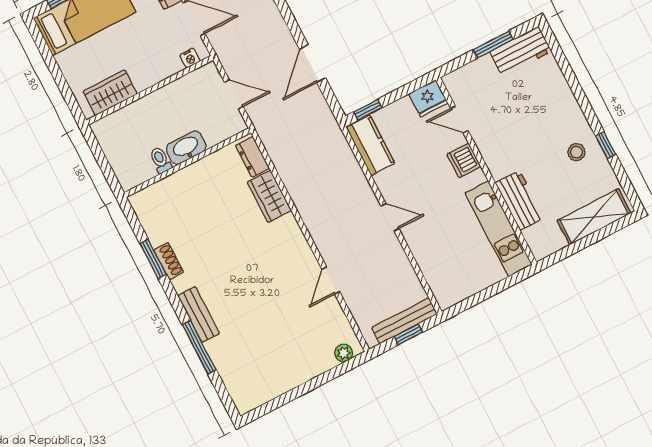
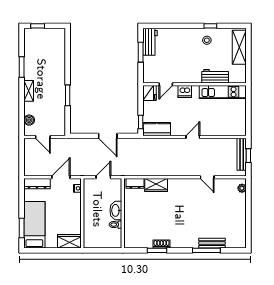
wardrobe: (110, 93) -> (69, 241), moved, turned 90
bench: (199, 314) -> (212, 243), moved

